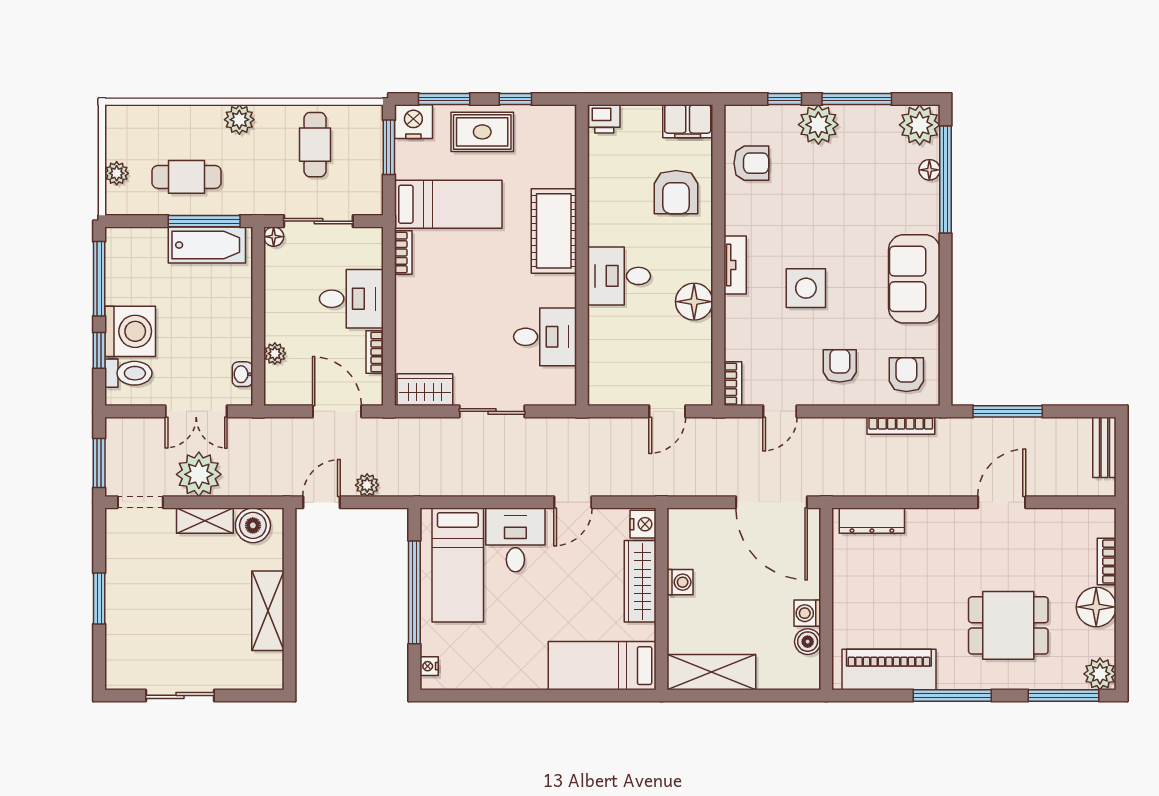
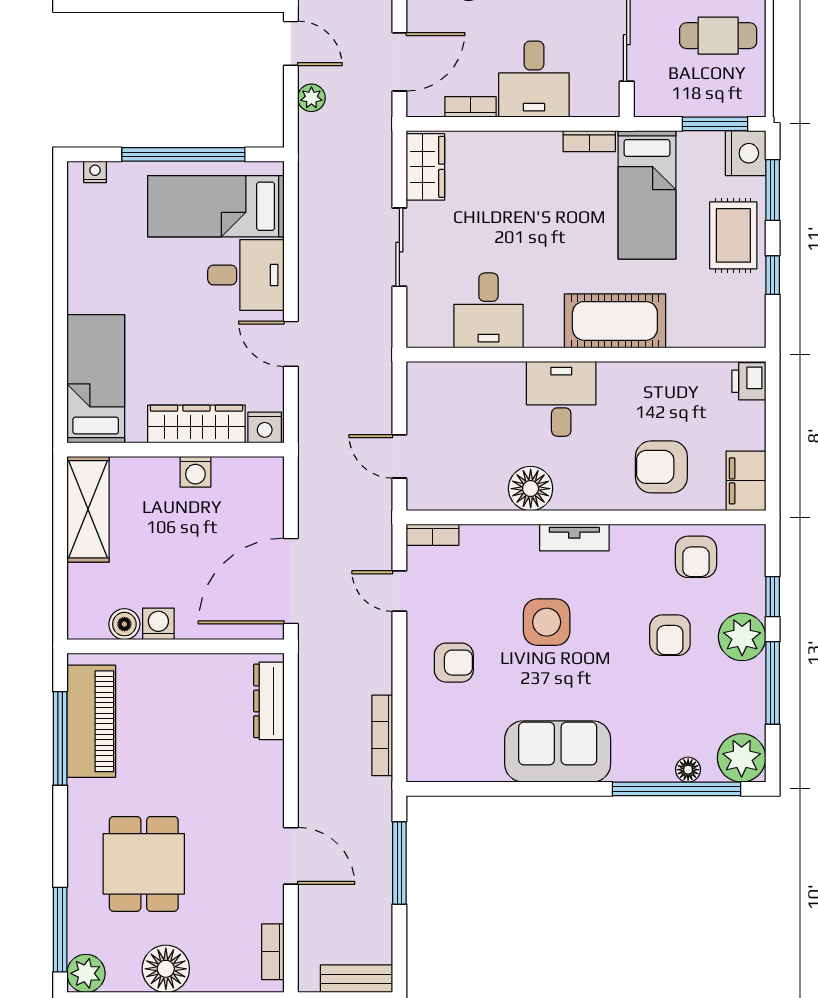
armchair: (906, 375) -> (670, 635), moved, turned 90
bookcase: (1107, 562) -> (273, 952), moved, turned -90
window: (952, 695) -> (60, 738), moved

